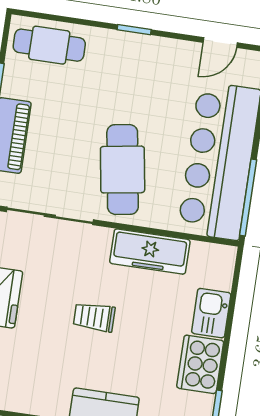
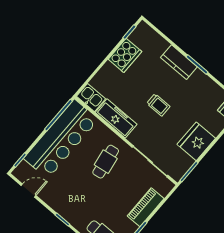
cafe table: (123, 170) -> (106, 162), width x0.73, depth x0.74
kitchen sink: (211, 313) -> (91, 98), moved, turned -90

